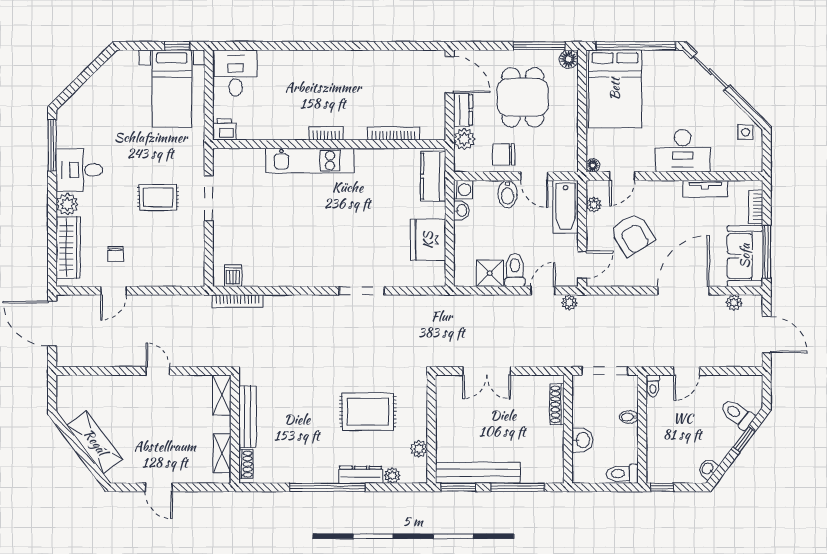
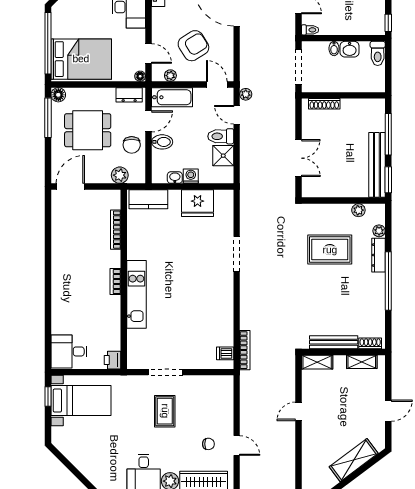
dresser: (463, 110) -> (129, 95), moved, turned 180
washing machine: (463, 190) -> (191, 176), moved
rug: (368, 412) -> (330, 250), turned 90
washbasin: (582, 440) -> (350, 49), moved, turned 180

